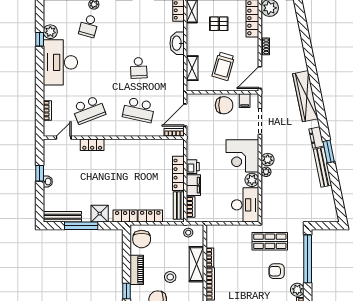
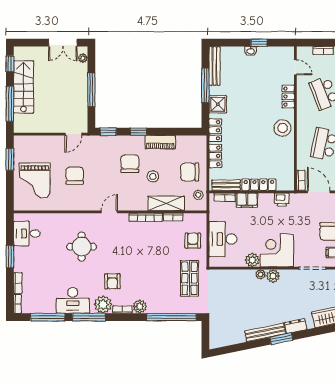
stool: (123, 150) -> (283, 128), added
printer: (193, 167) -> (282, 200), moved
desk: (245, 205) -> (223, 239), moved, turned 90
chair: (142, 239) -> (190, 172), moved
armchair: (277, 271) -> (193, 241), moved

